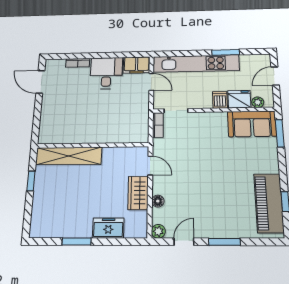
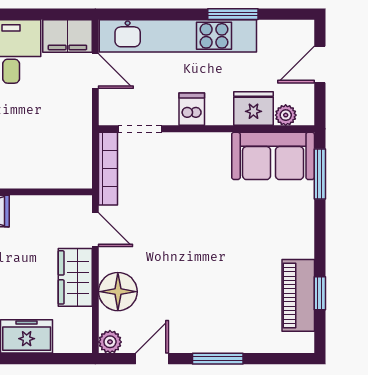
dishwasher: (220, 100) -> (192, 109), moved
bookcase: (158, 125) -> (108, 169), width x1.56
floor lamp: (158, 201) -> (118, 292), width x1.89, depth x1.89
piano: (269, 203) -> (298, 295), width x0.73, depth x0.75

